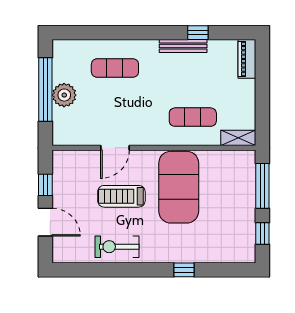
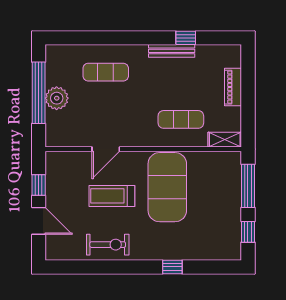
piano: (247, 59) -> (233, 87), moved
exercise bike: (117, 247) -> (108, 245), turned 180

